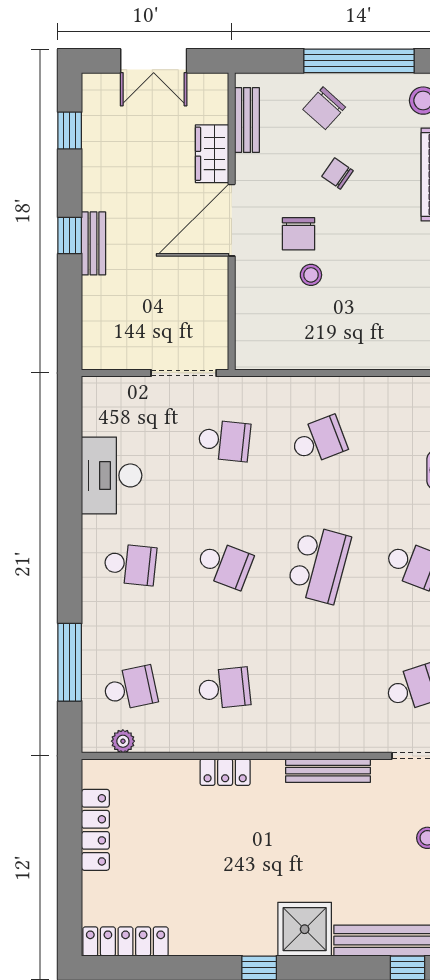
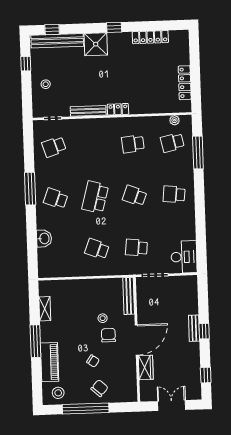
bench: (247, 120) -> (129, 296), moved, width x1.36
school desk: (319, 441) -> (97, 249), turned 42
desk: (112, 475) -> (184, 257), moved
locker: (225, 772) -> (118, 109), moved
locker: (125, 942) -> (150, 37), moved

